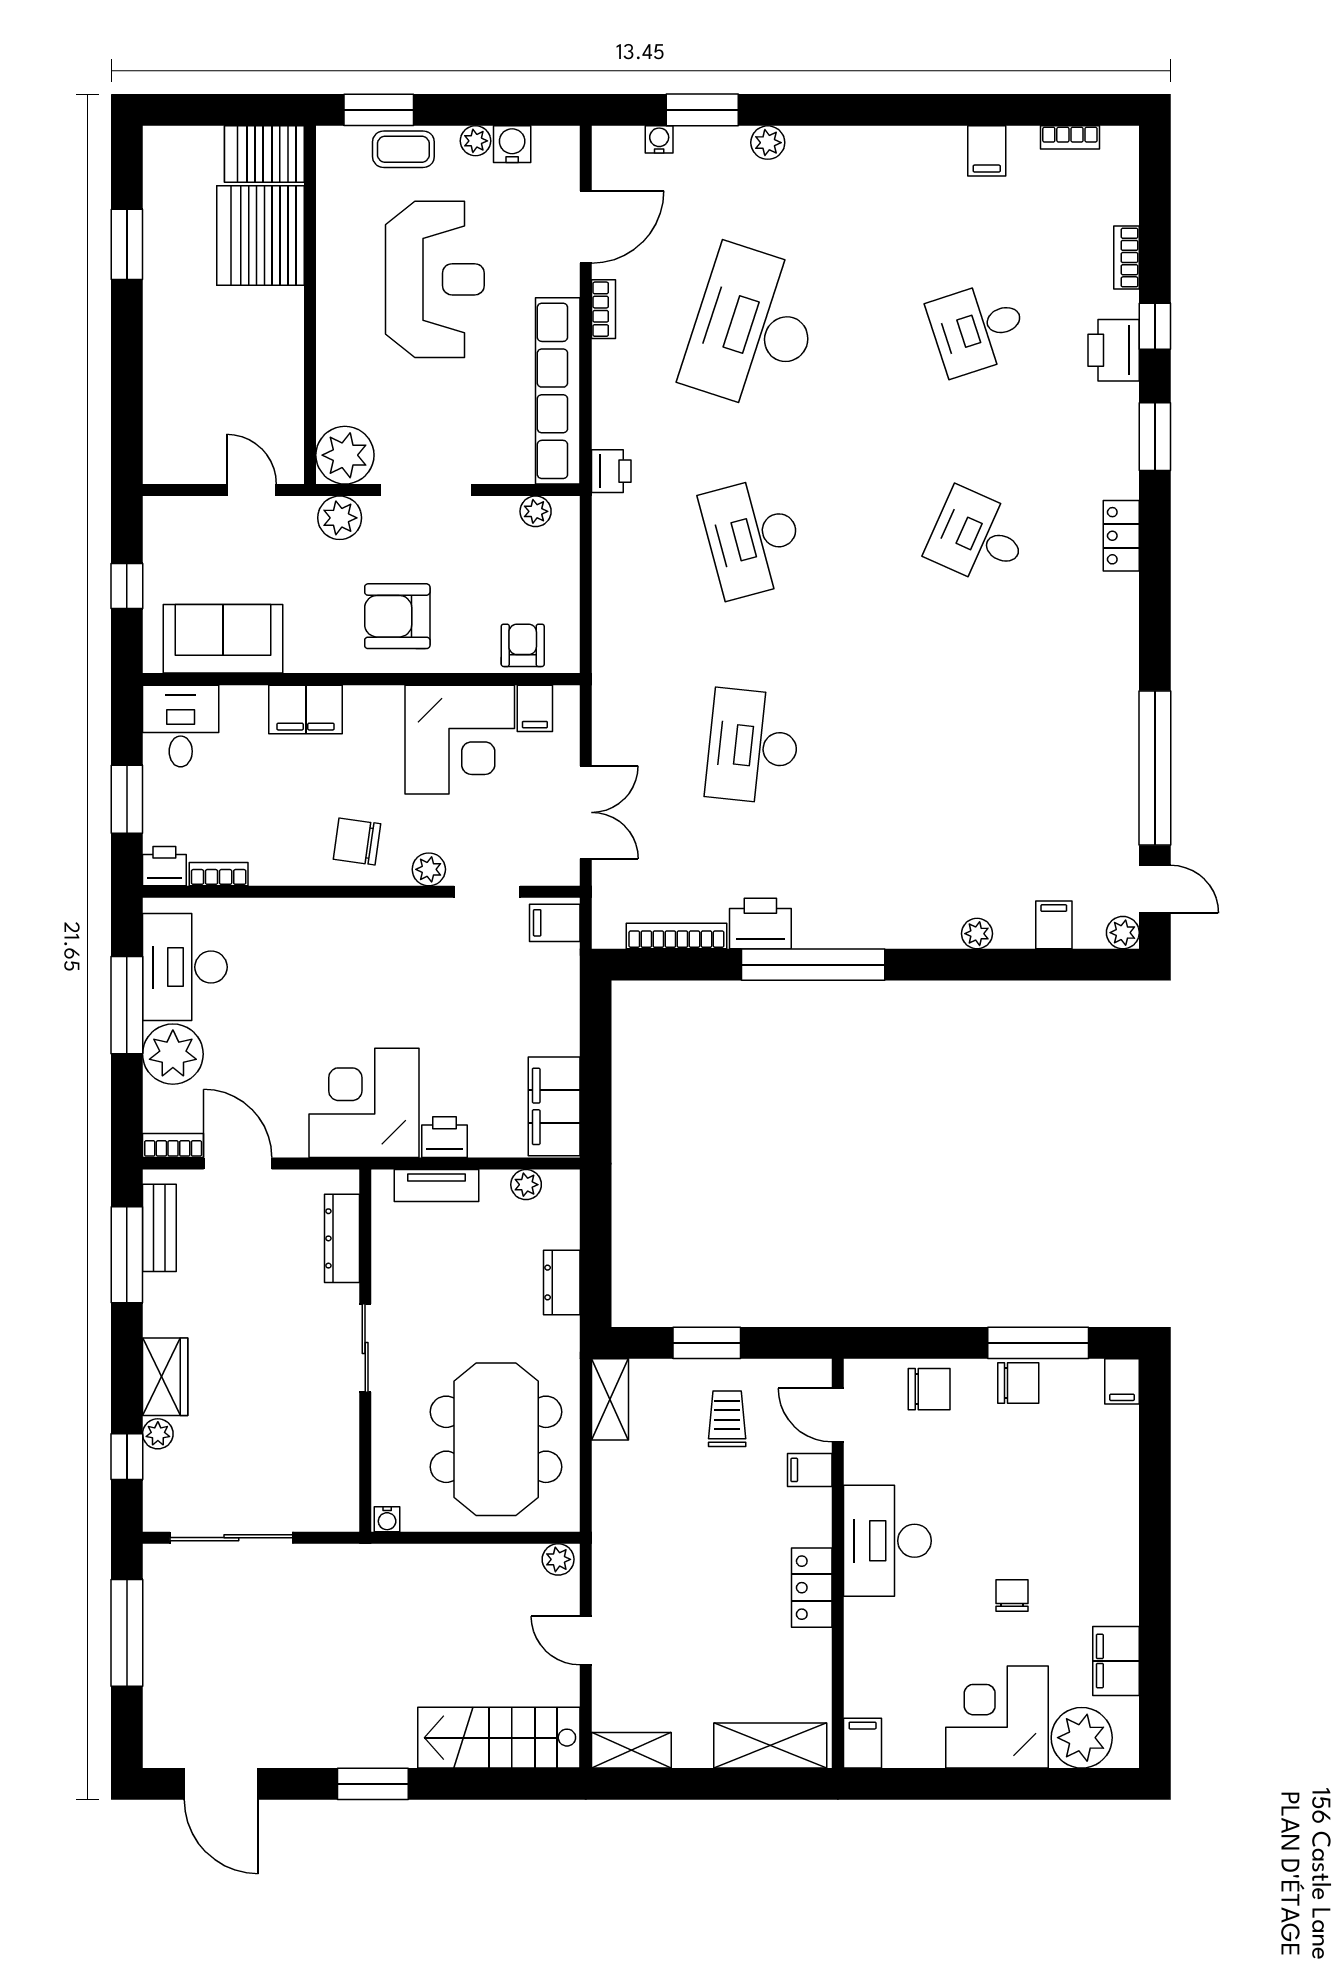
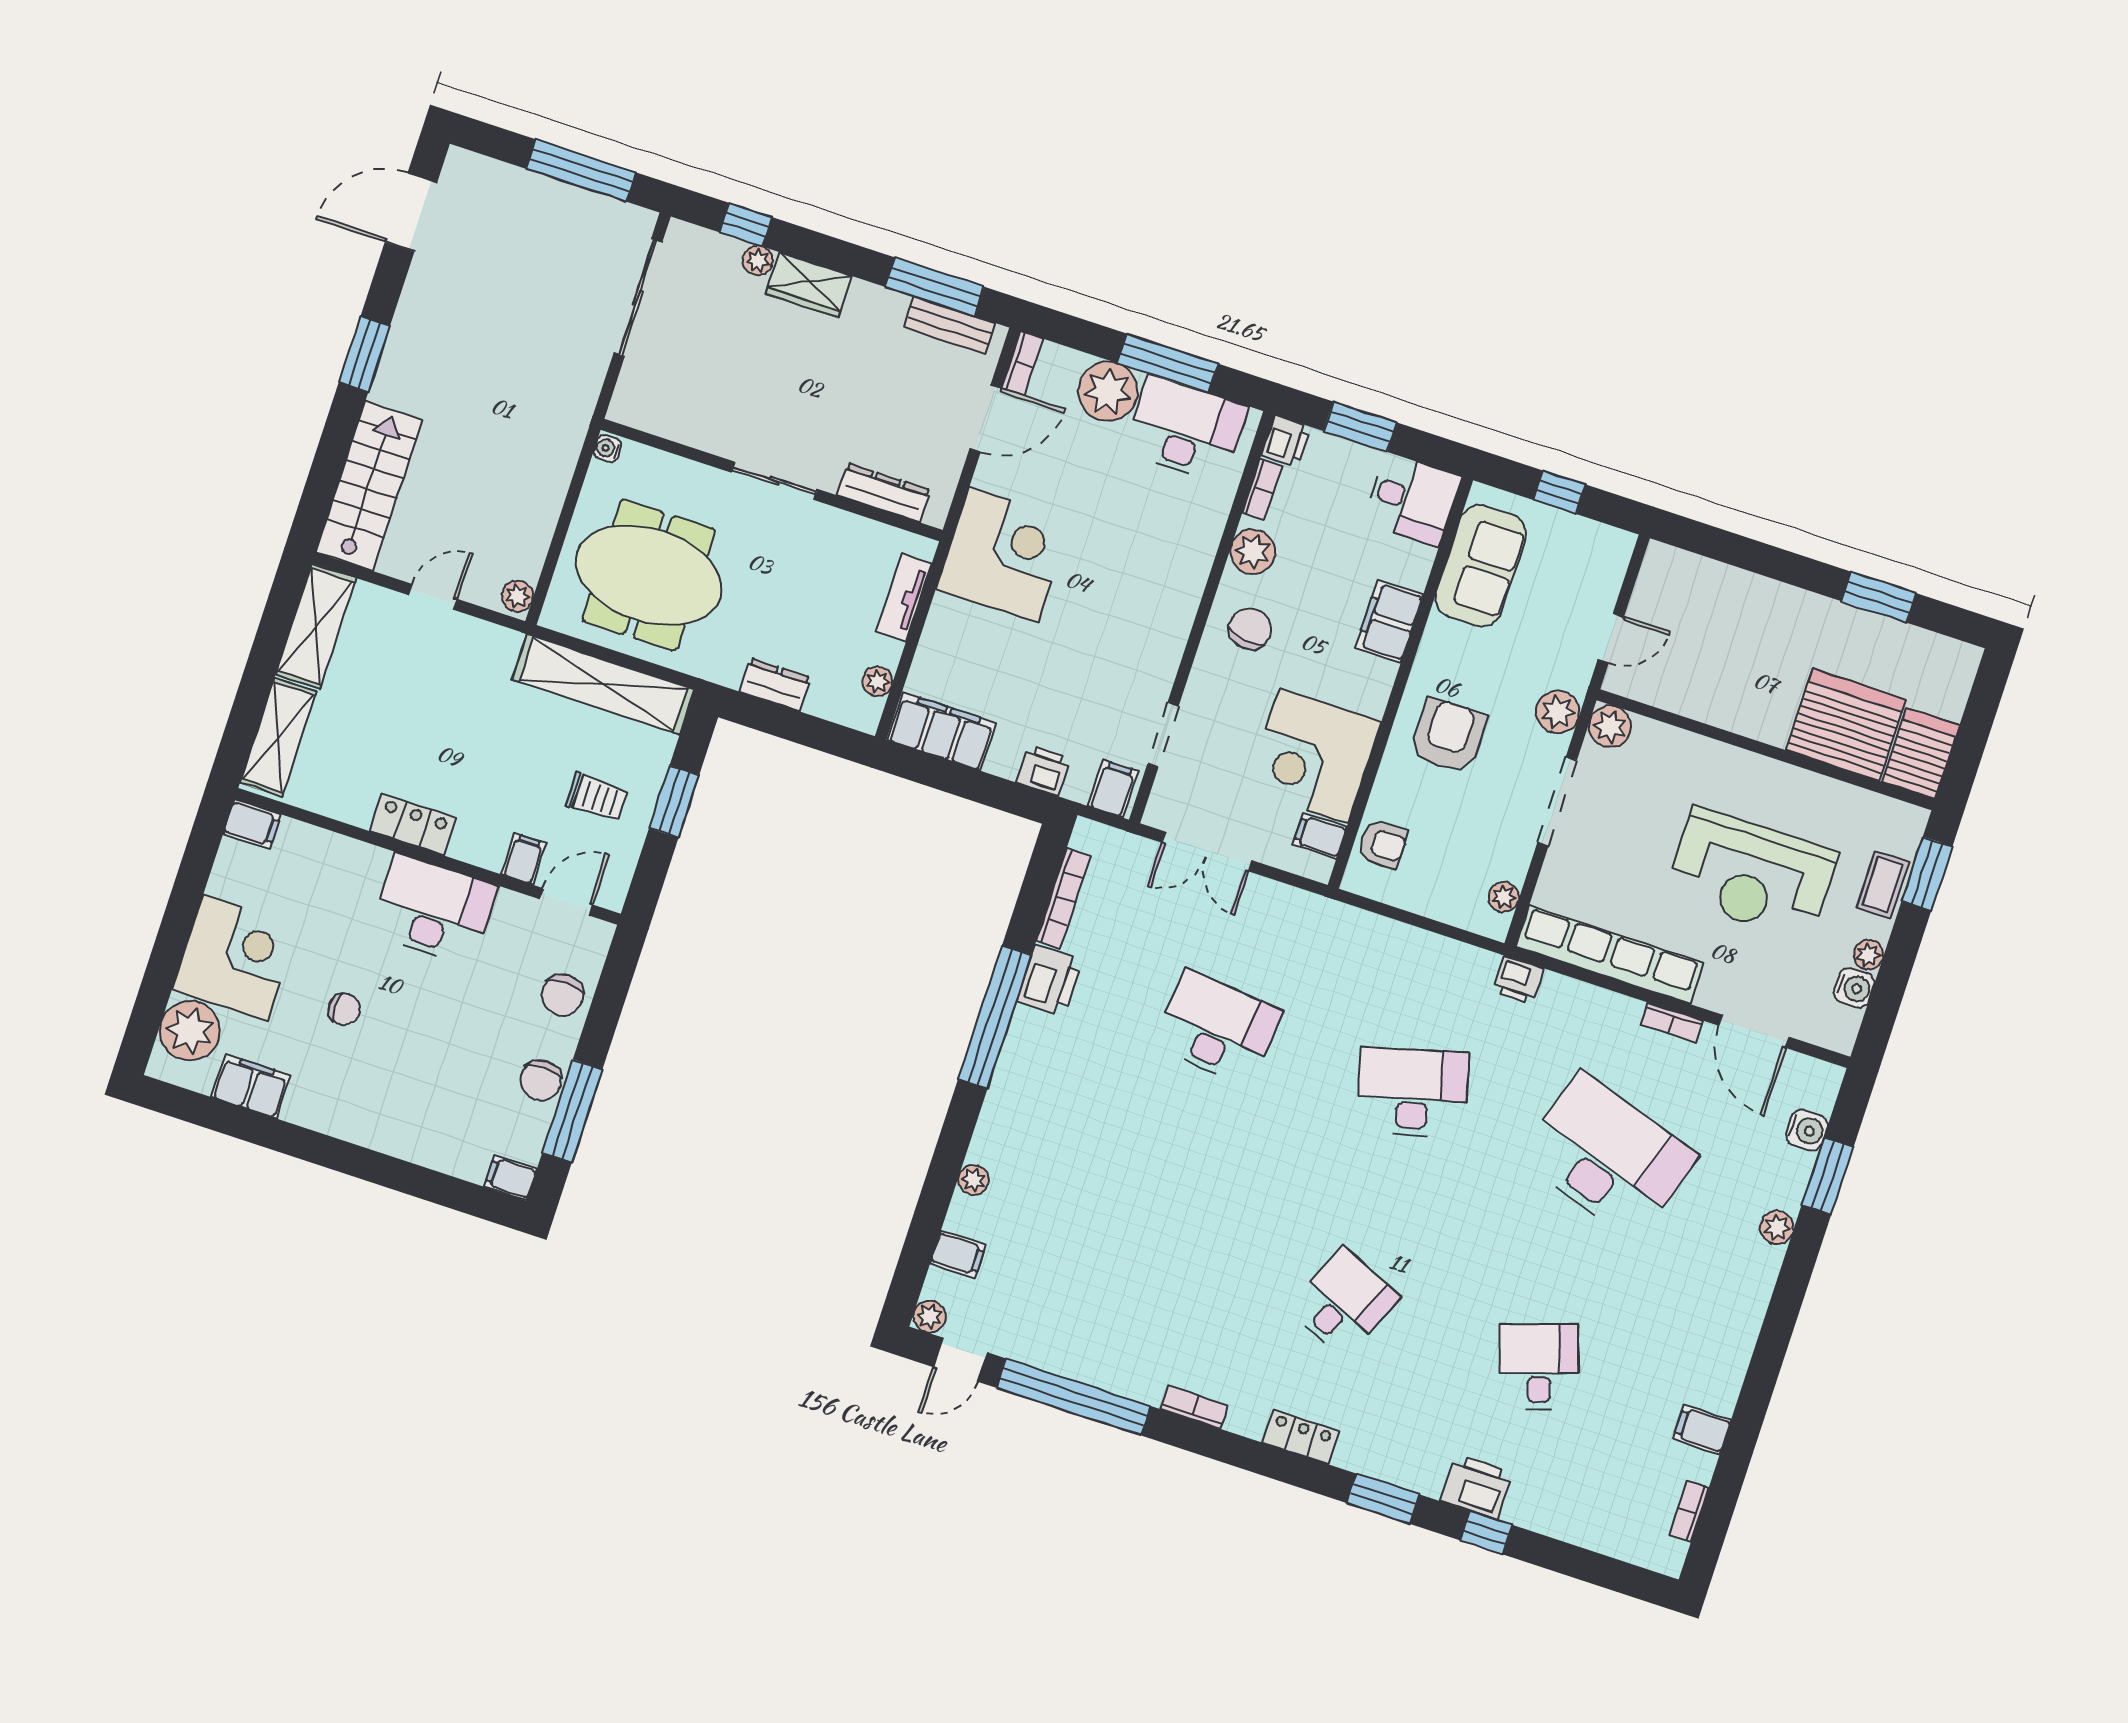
water cooler: (659, 139) -> (1807, 1130), width x1.38, depth x1.38
bookcase: (1126, 258) -> (1194, 1407), moved
plant: (345, 455) -> (1610, 727), width x0.73, depth x0.73
plant: (429, 869) -> (1253, 552), moved, width x1.38, depth x1.38
printer: (444, 1137) -> (1043, 770), moved, turned -90
shelving: (610, 1399) -> (603, 684), width x2.20, depth x1.33
shelving: (631, 1750) -> (316, 626), width x1.50, depth x1.33

